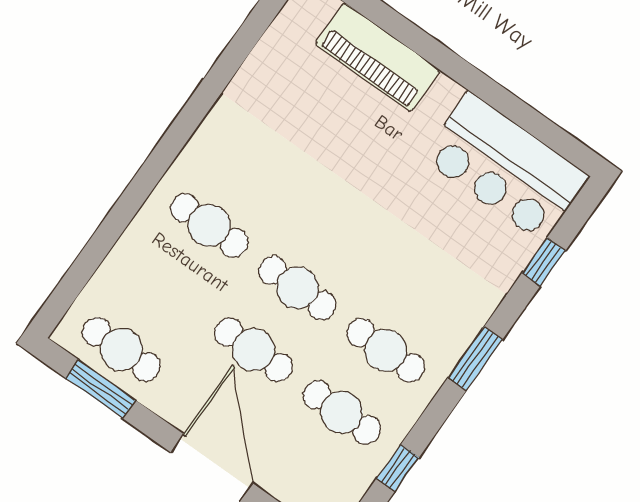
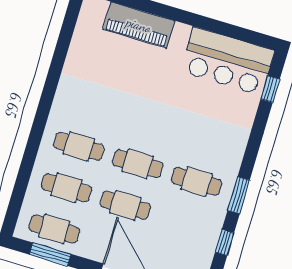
window: (544, 262) -> (270, 89), moved
window: (475, 358) -> (239, 195), moved
cafe table: (342, 412) -> (66, 188), moved

